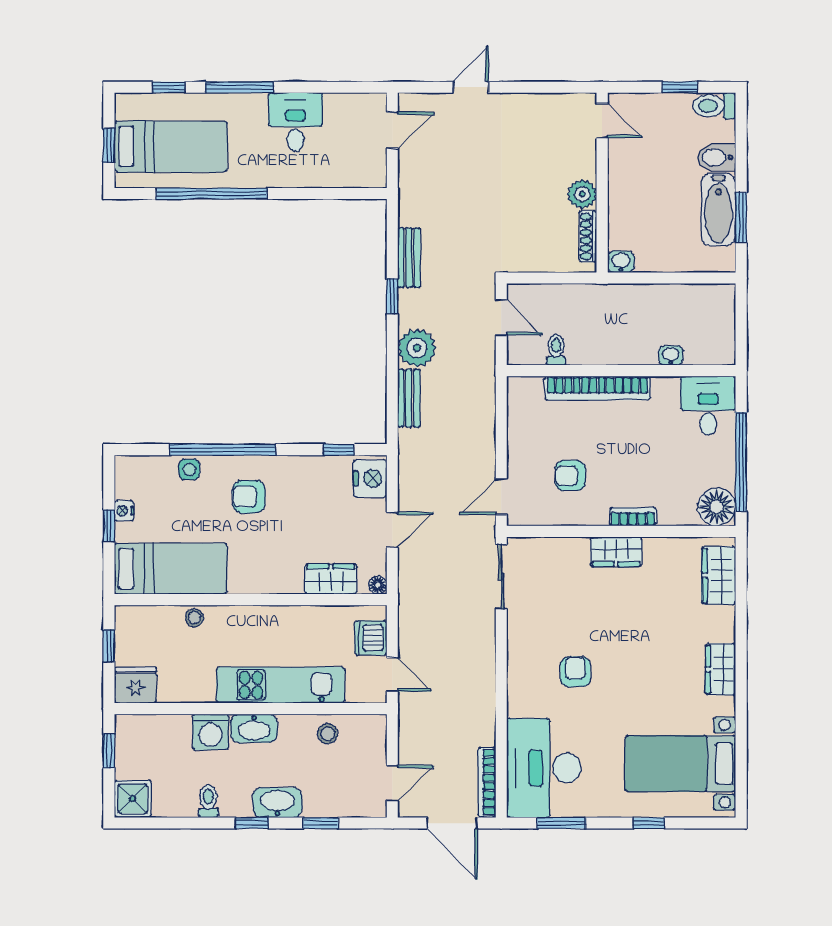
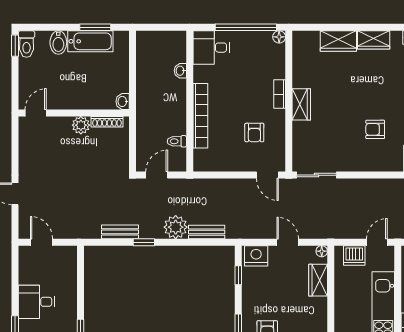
window: (680, 87) -> (15, 46), moved
floor lamp: (717, 507) -> (279, 37), width x0.53, depth x0.53
wardrobe: (719, 575) -> (338, 41), moved

